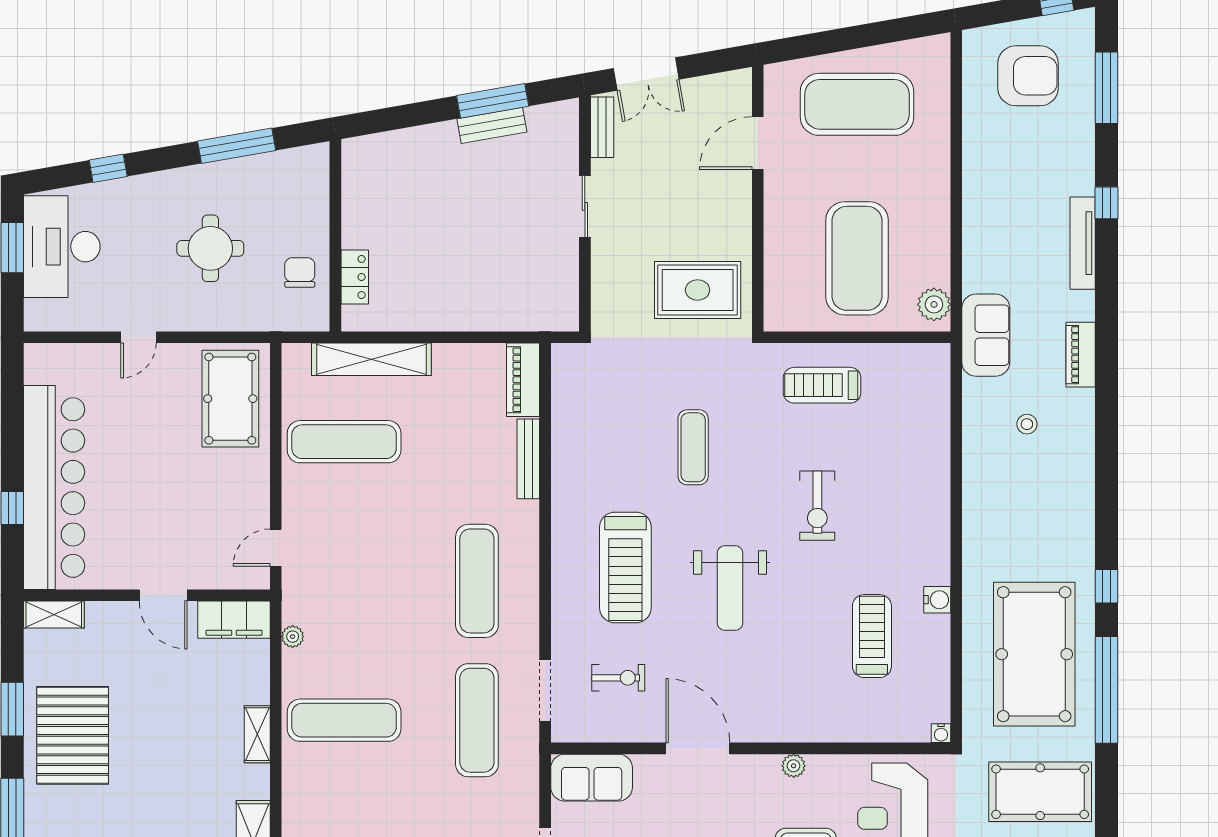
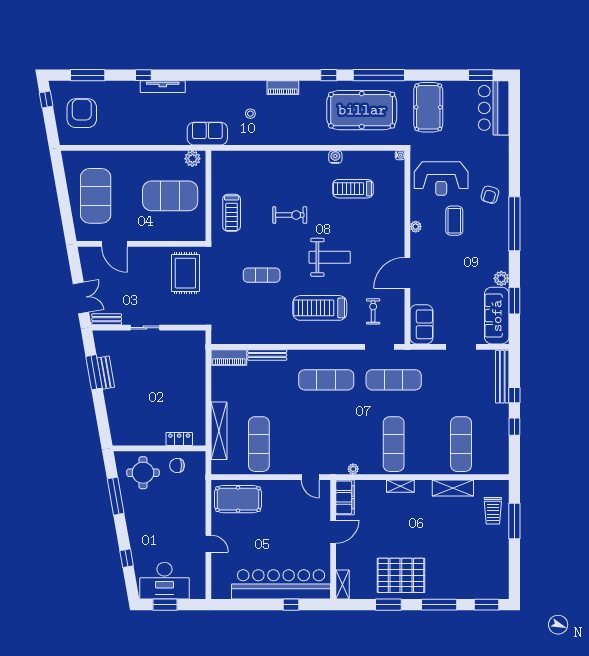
round table: (210, 248) -> (143, 473), moved
piano: (1081, 355) -> (283, 88), moved
treadmill: (625, 567) -> (320, 308), turned 180

